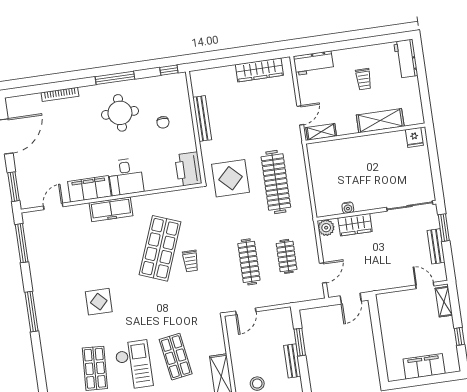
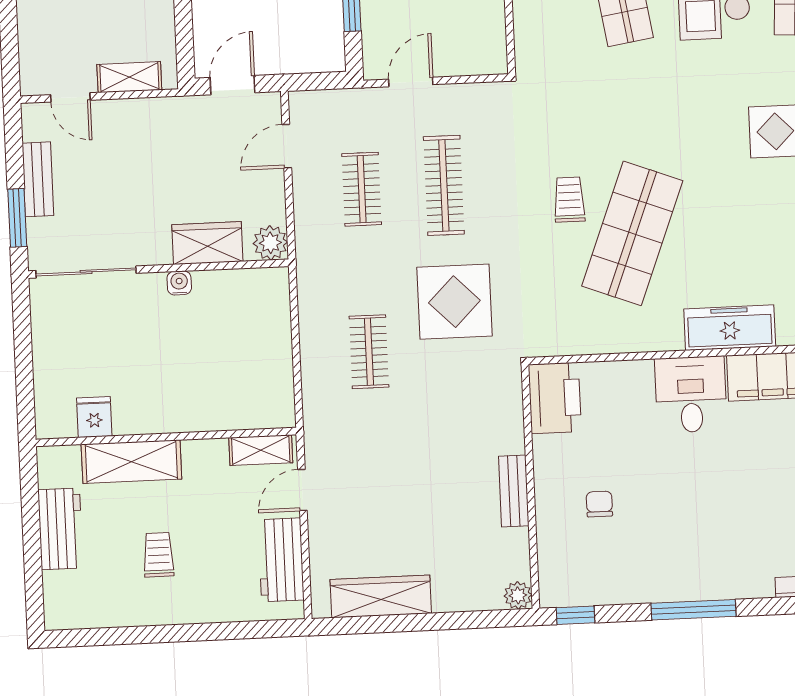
workbench: (406, 59) -> (60, 529), moved
workbench: (313, 63) -> (281, 560), moved, turned -90
plant: (196, 77) -> (518, 595), added
round table: (120, 113) -> (690, 533), removed
bench: (202, 119) -> (514, 491), width x0.73
fridge: (414, 137) -> (94, 417), moved
display table: (231, 178) -> (454, 302), moved
clothes rail: (276, 182) -> (369, 352), width x0.54, depth x0.76
water cooler: (348, 208) -> (179, 283), moved
shelving: (444, 302) -> (129, 77), moved, turned 90
door: (246, 311) -> (411, 82), moved

